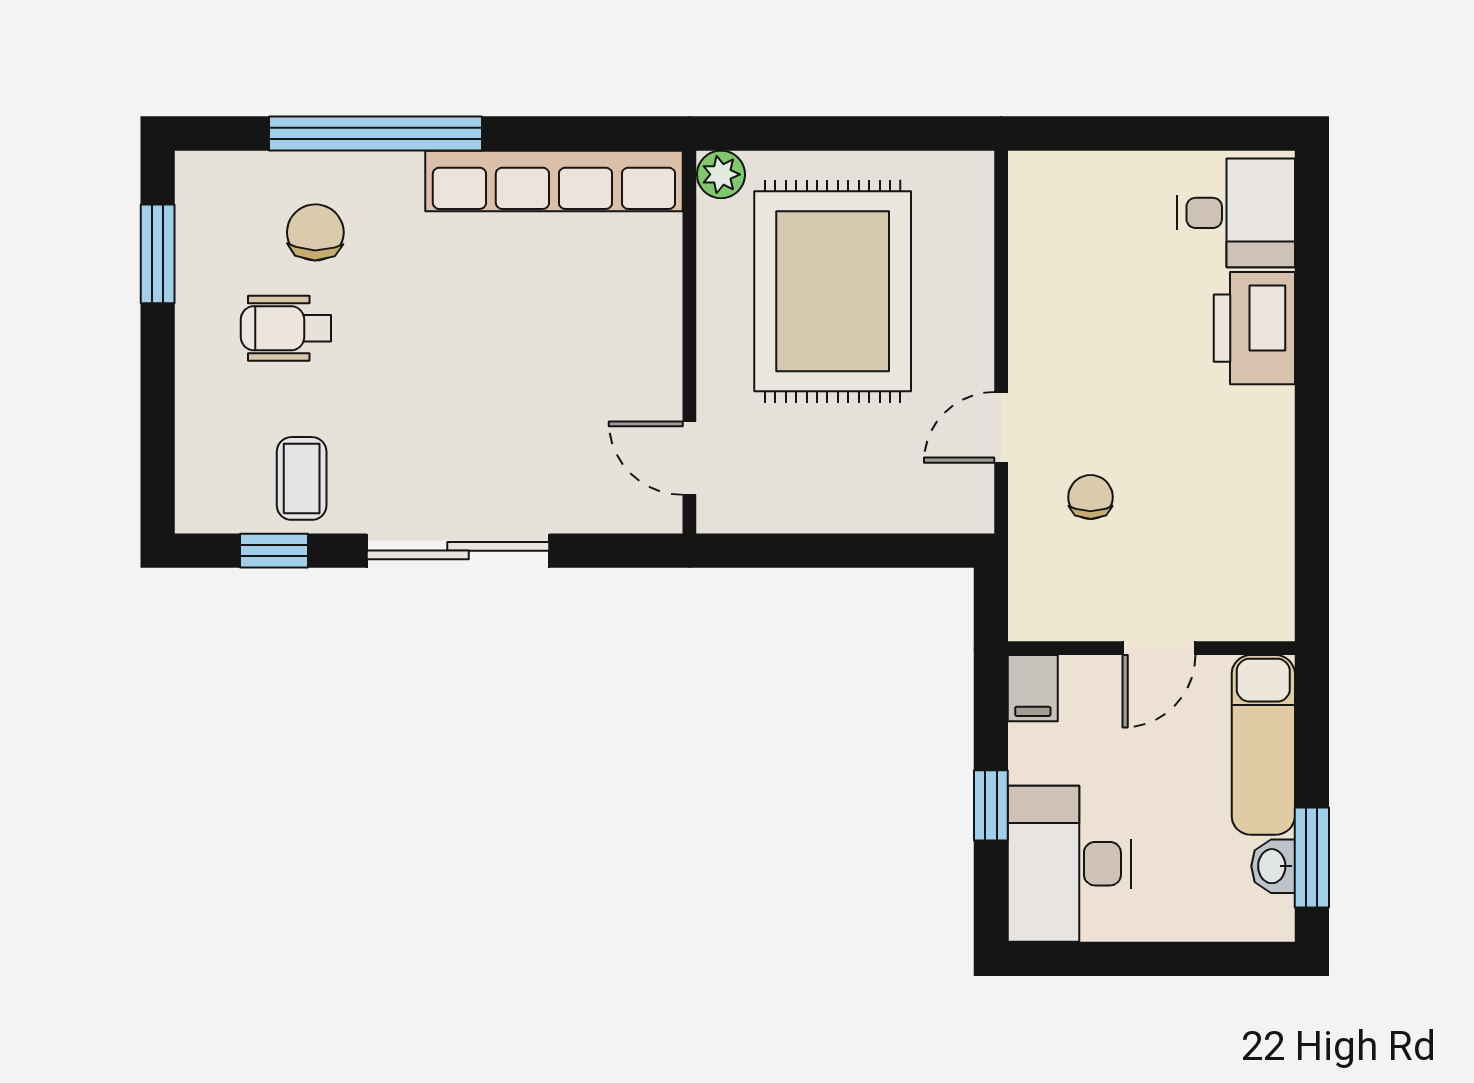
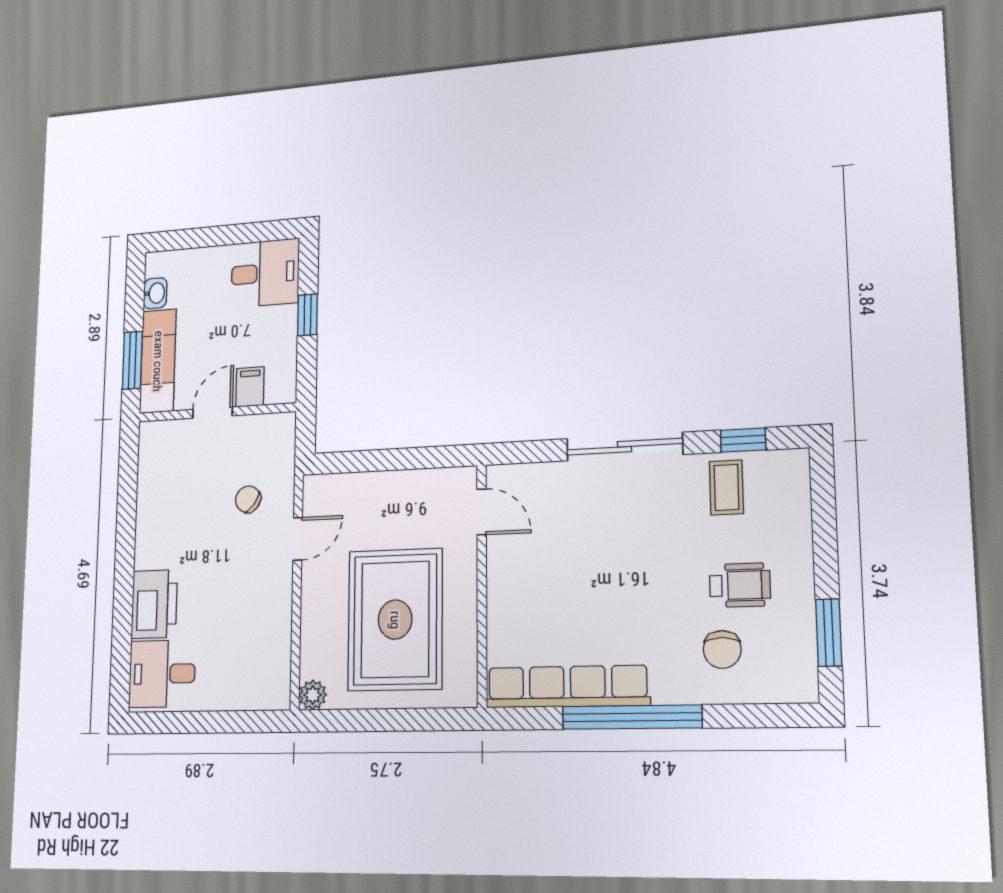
window: (375, 134) -> (632, 717), moved
plant: (721, 174) -> (313, 695), moved
chair: (1091, 497) -> (248, 499), turned 127
filing cabinet: (1033, 688) -> (250, 387), moved
window: (1312, 858) -> (132, 360), moved
desk: (1069, 864) -> (265, 273), width x0.73

